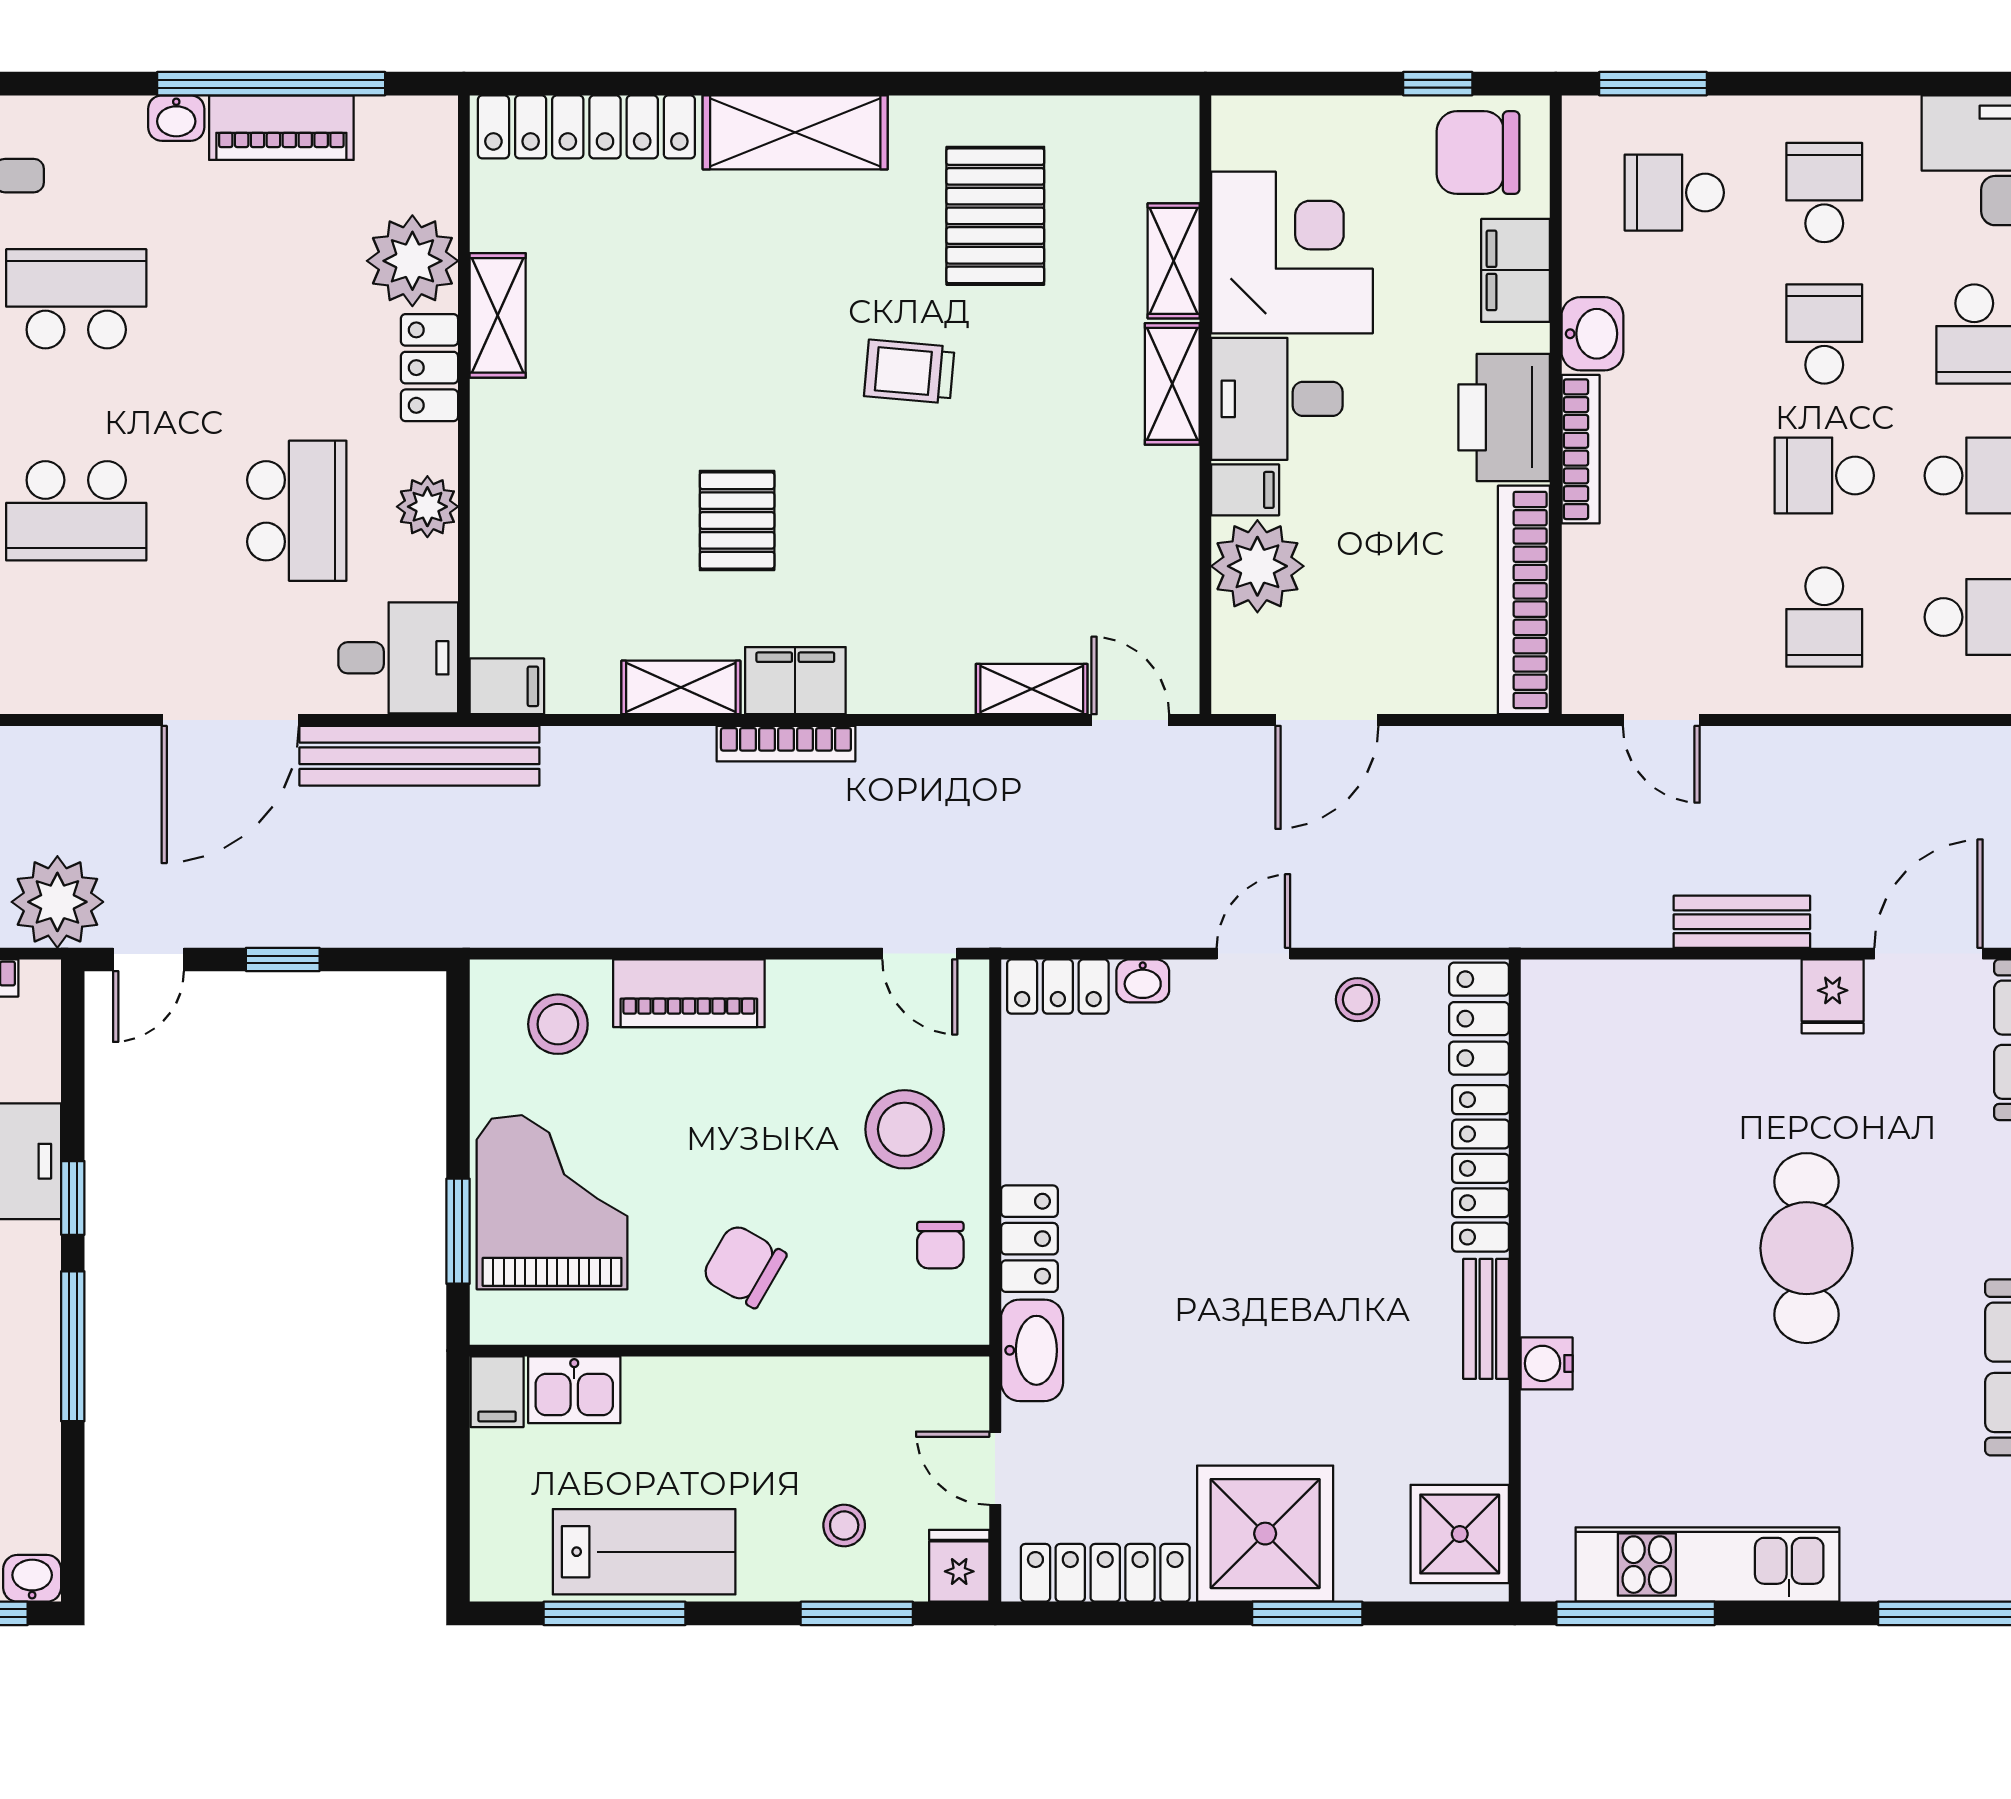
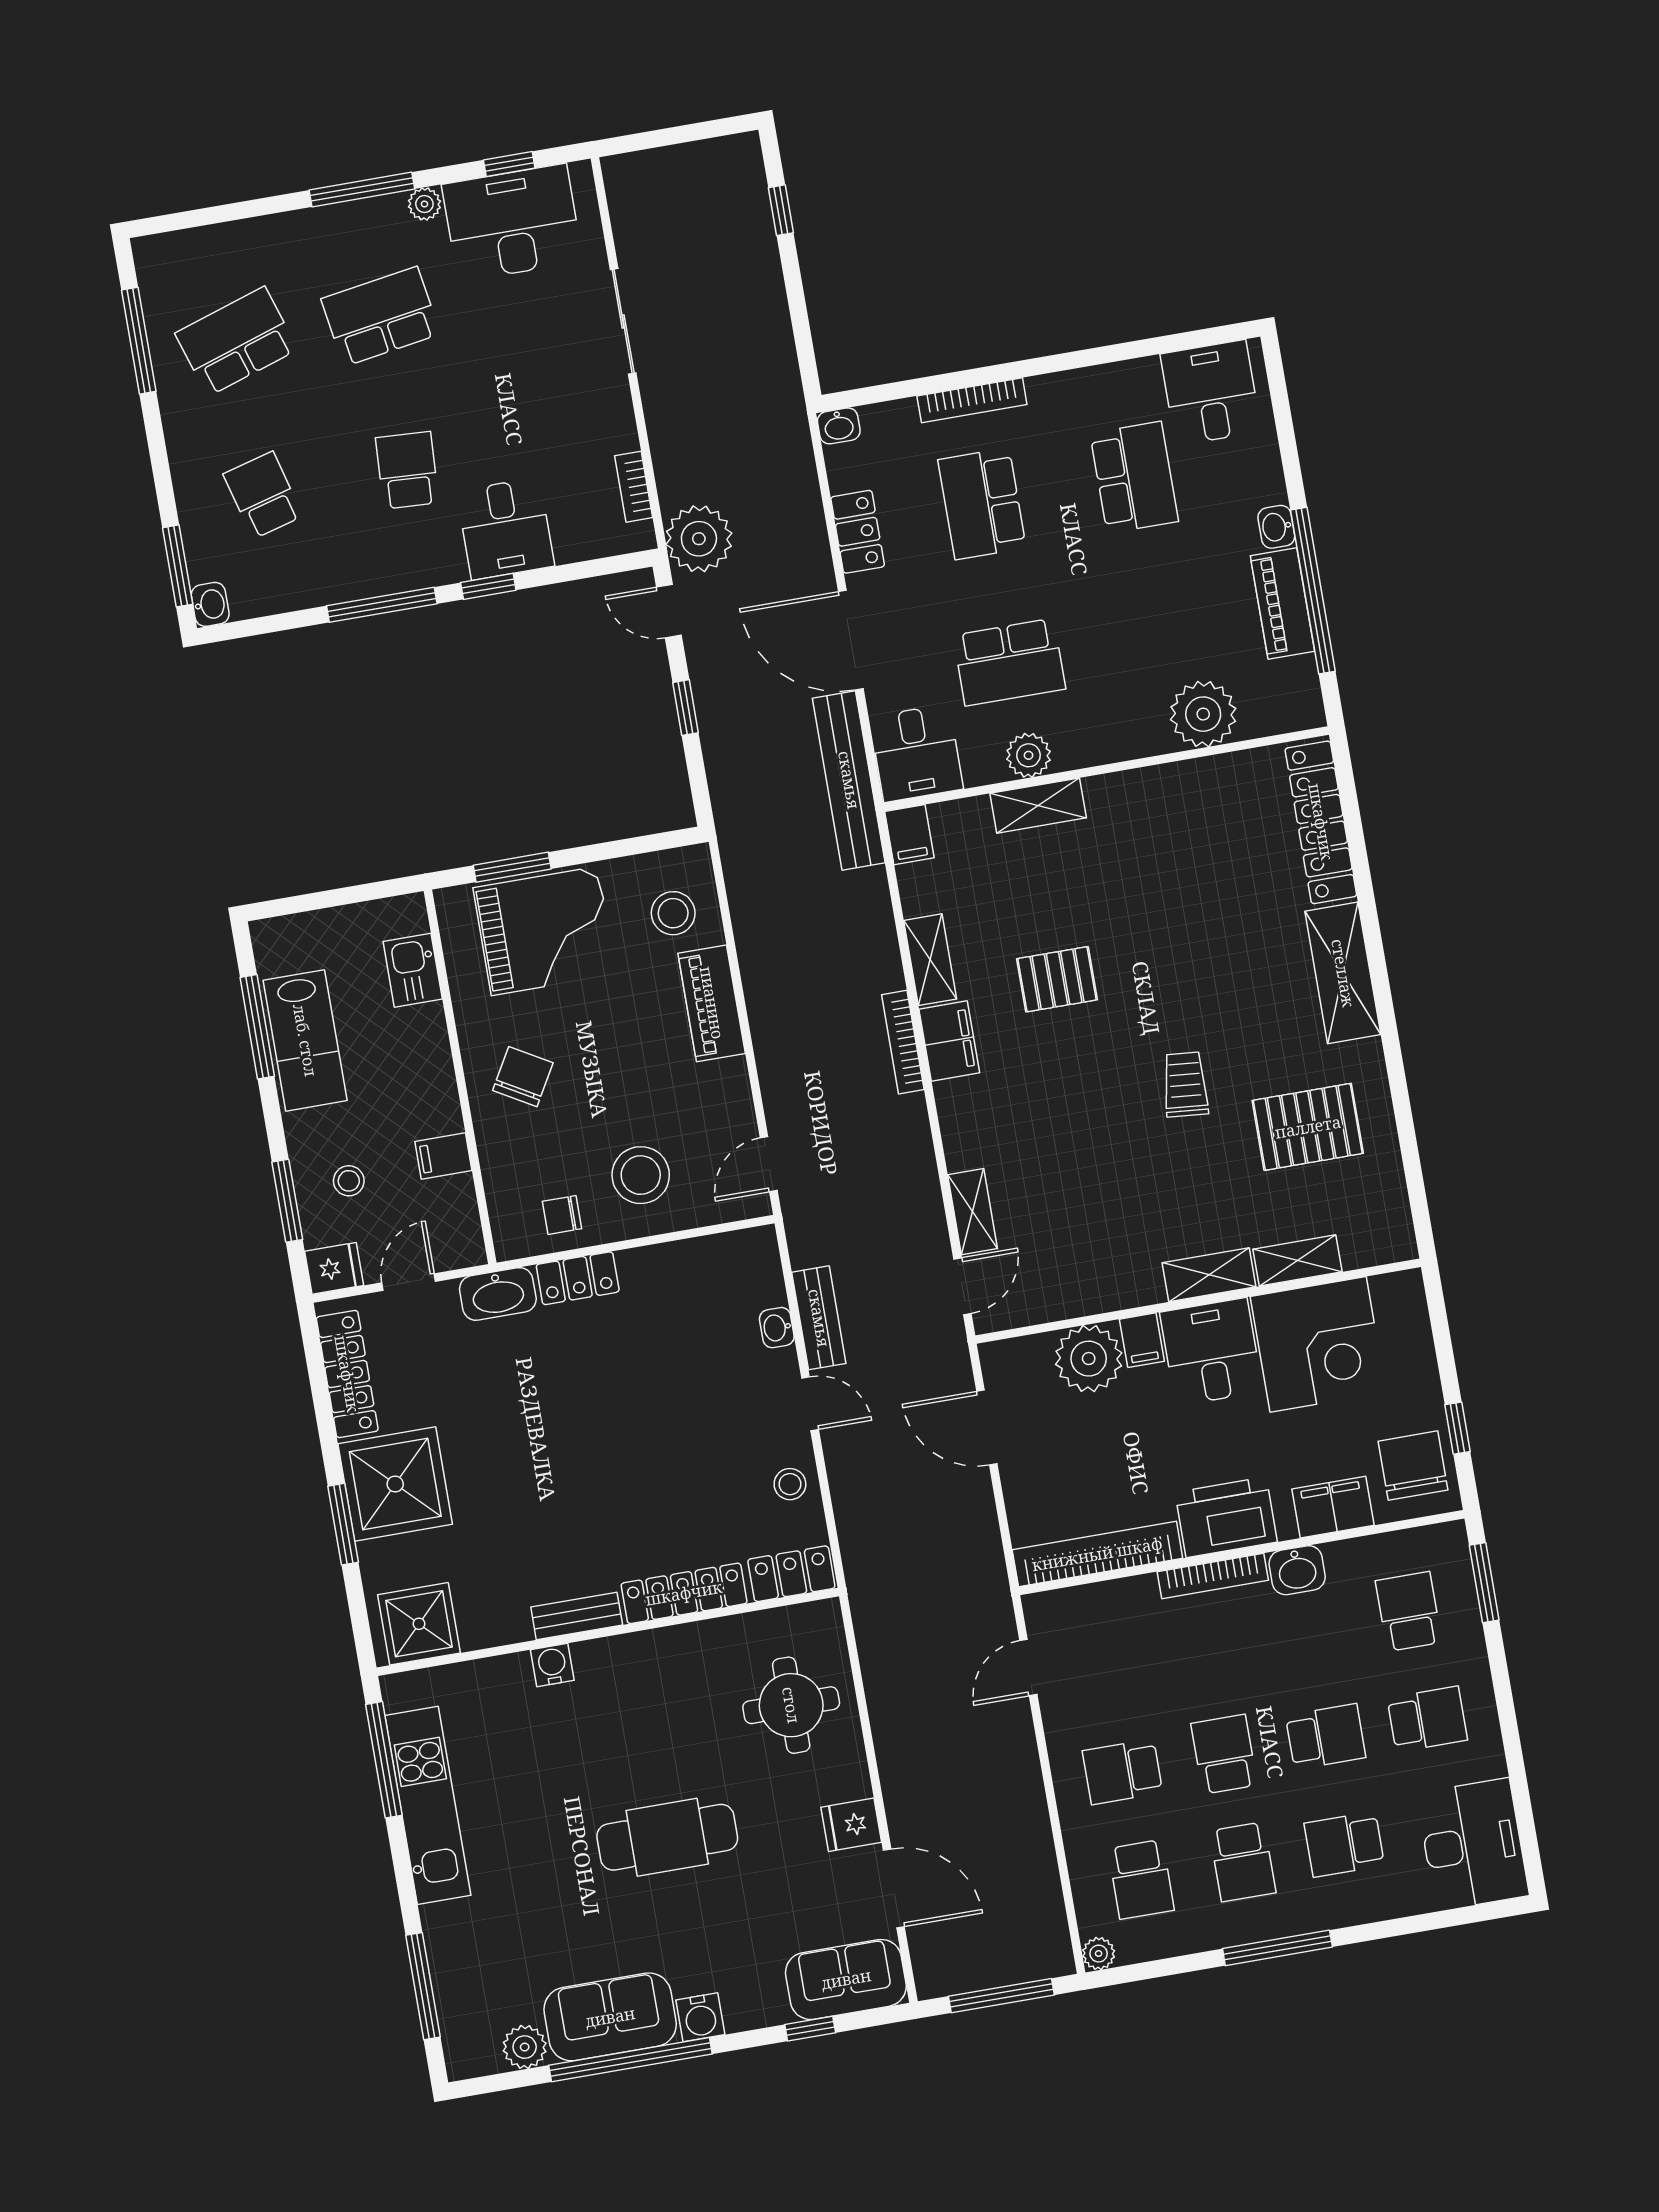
shelving: (498, 315) -> (1038, 806), moved
locker: (429, 368) -> (858, 532), moved, turned 90
bench: (1742, 922) -> (819, 1318), moved
locker: (1058, 987) -> (762, 1267), removed
round table: (1657, 1050) -> (791, 1705), added
filing cabinet: (497, 1392) -> (443, 1156), moved

